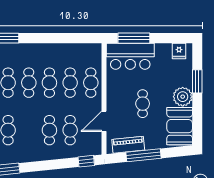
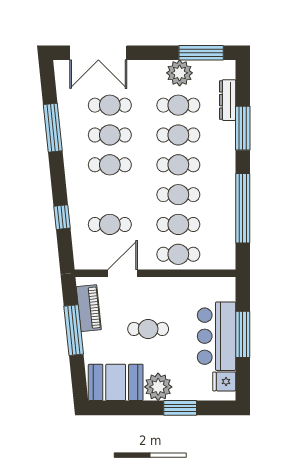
window: (59, 38) -> (243, 208), added
window: (134, 38) -> (243, 334), moved
bar counter: (130, 56) -> (216, 336), moved
door: (104, 121) -> (123, 273), hinge flipped
cafe table: (49, 130) -> (110, 165), moved
window: (86, 161) -> (62, 217), moved

